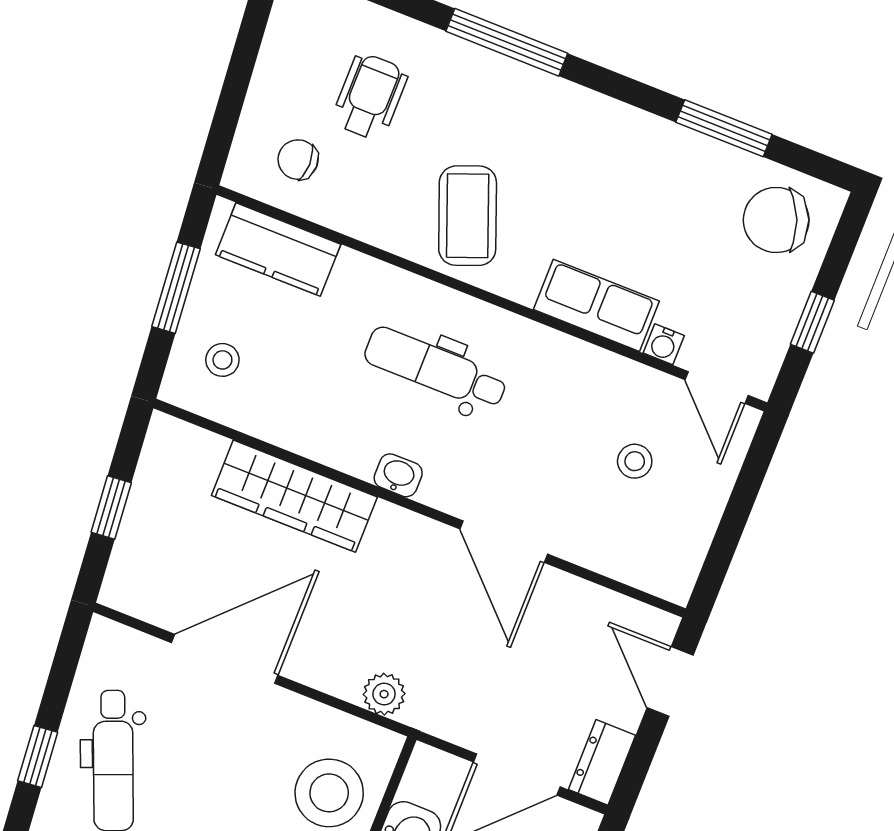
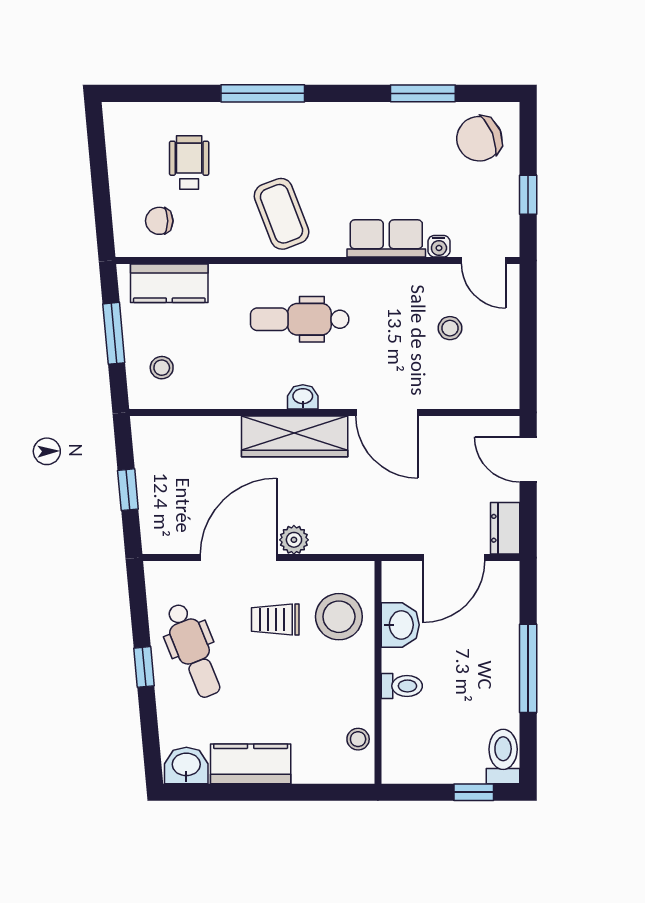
wardrobe: (294, 496) -> (295, 436), moved
plant: (384, 694) -> (294, 540), moved
trolley: (241, 763) -> (275, 619), added

